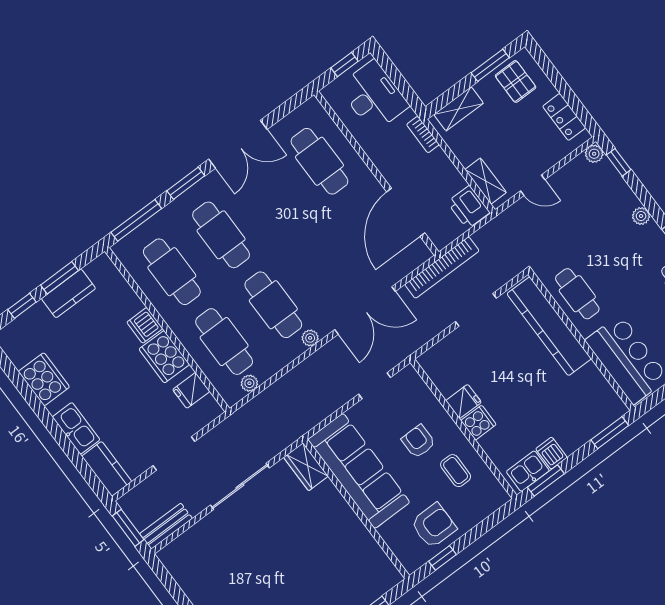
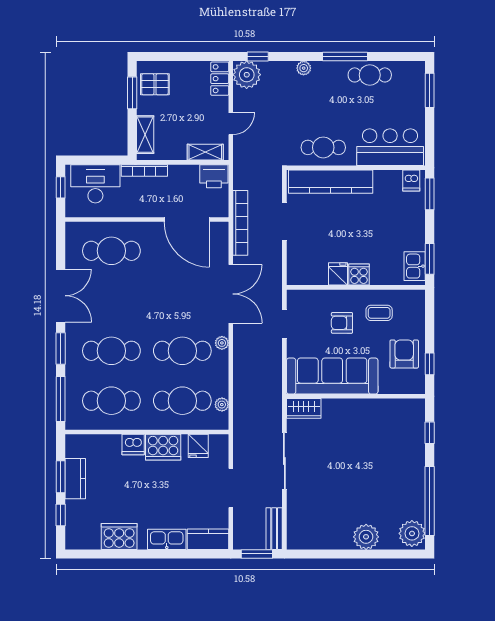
locker: (564, 117) -> (220, 79), moved, turned 90
bookcase: (423, 135) -> (144, 170), width x1.56
plant: (594, 154) -> (247, 75), width x1.88, depth x1.88
dishwasher: (551, 453) -> (411, 181), moved, turned -90

